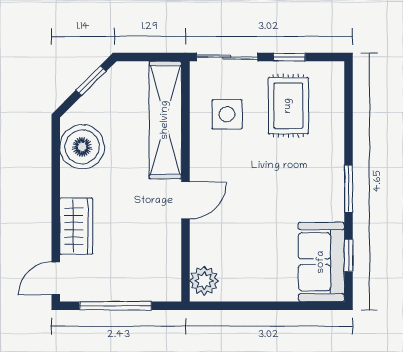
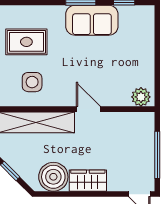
wardrobe: (76, 226) -> (88, 181), moved
sofa: (321, 262) -> (92, 20), moved

